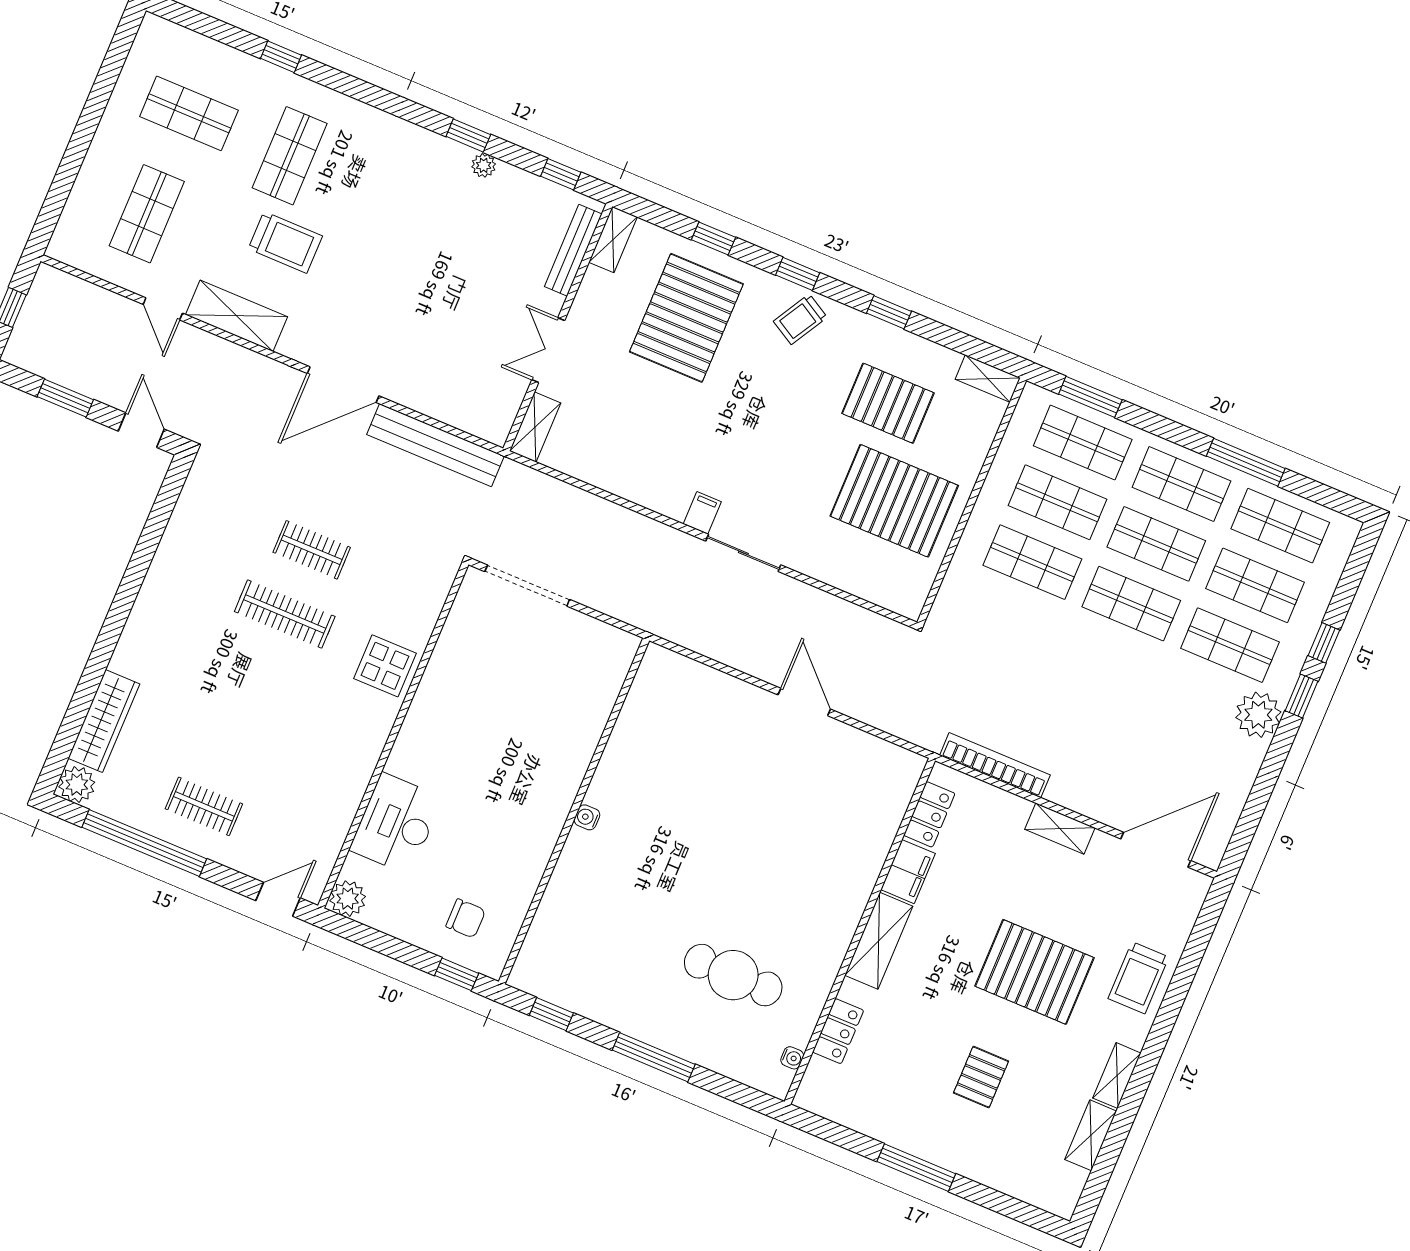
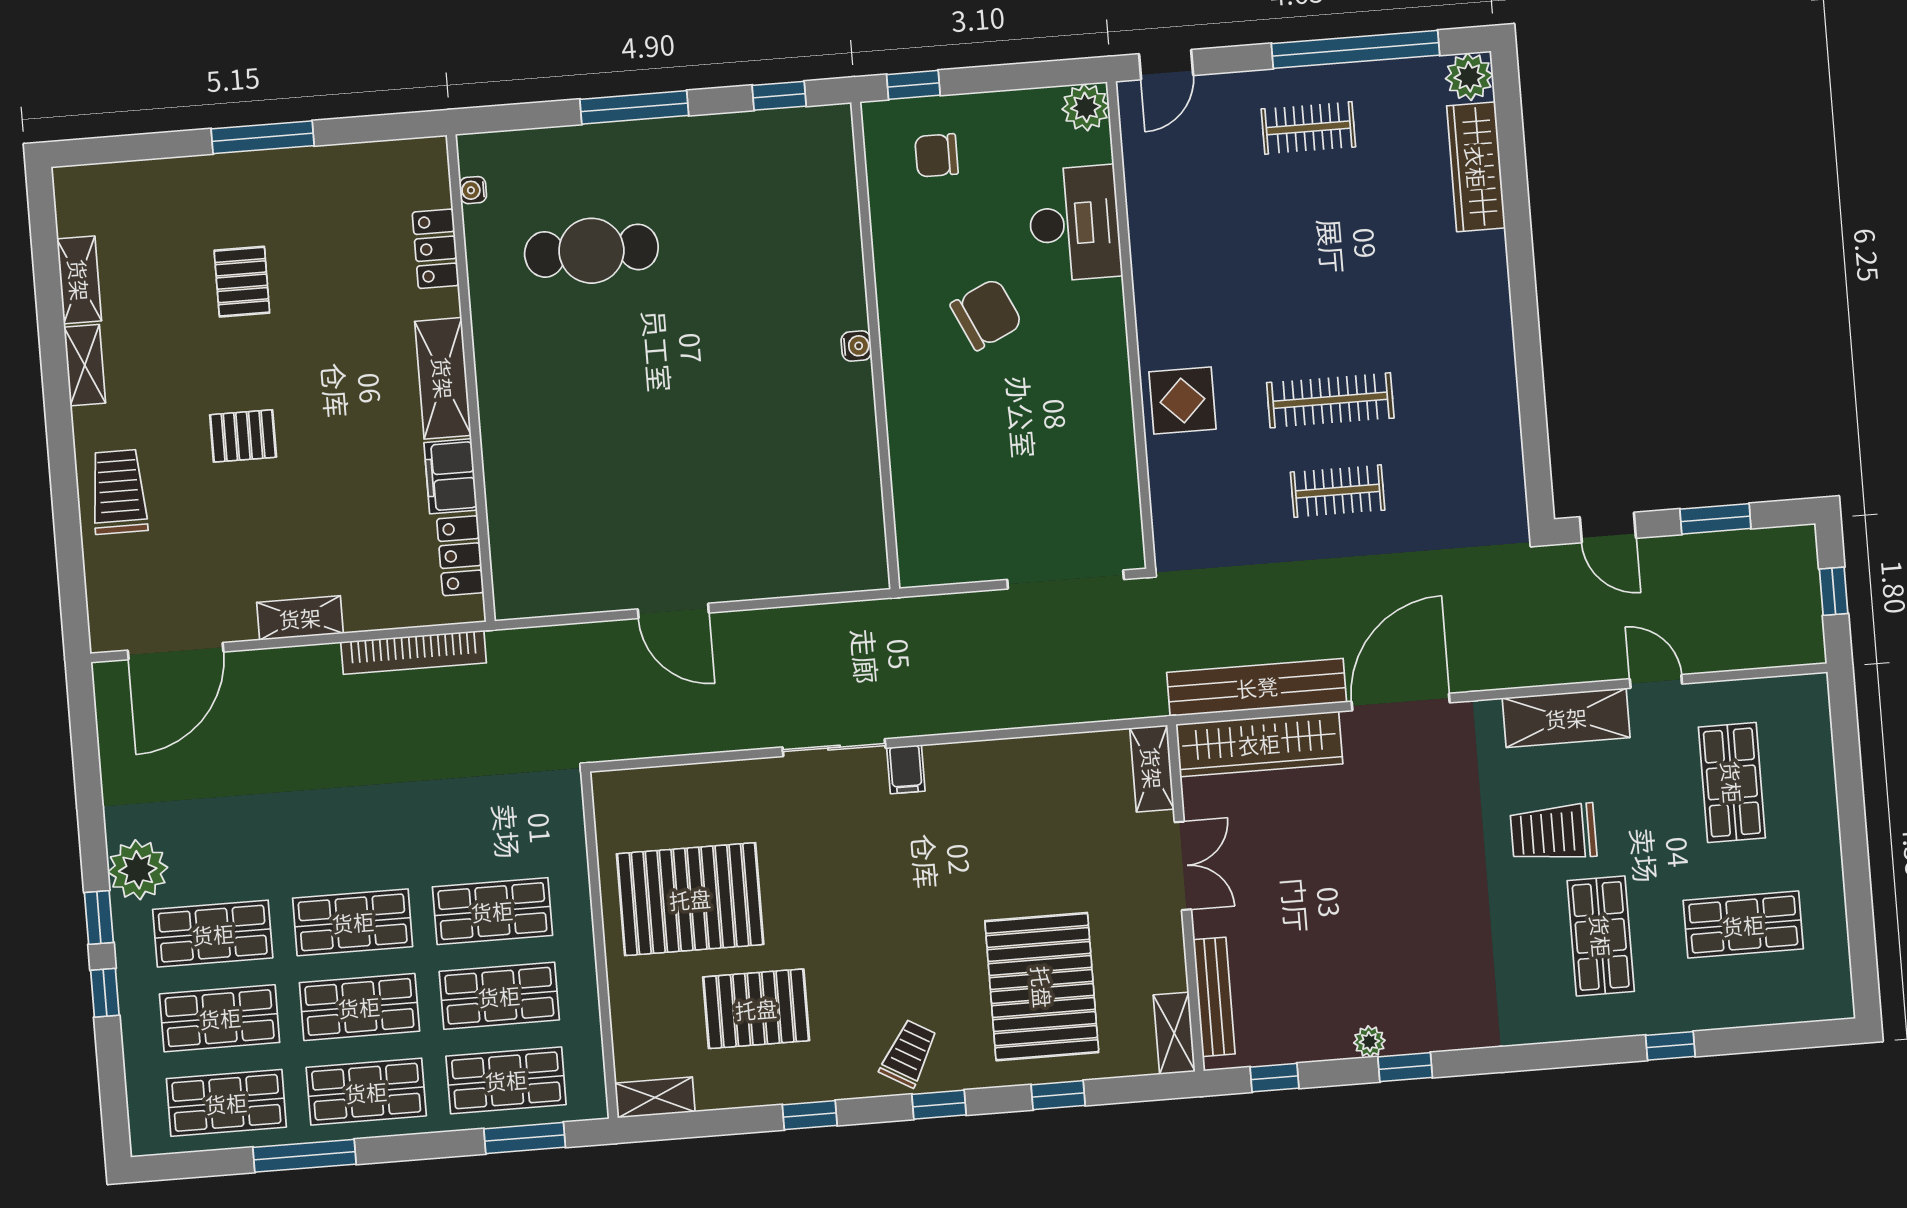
wardrobe: (454, 406) -> (1259, 744), added
chair: (488, 793) -> (986, 314), added
pallet: (1035, 972) -> (243, 436), width x0.49, depth x0.50

